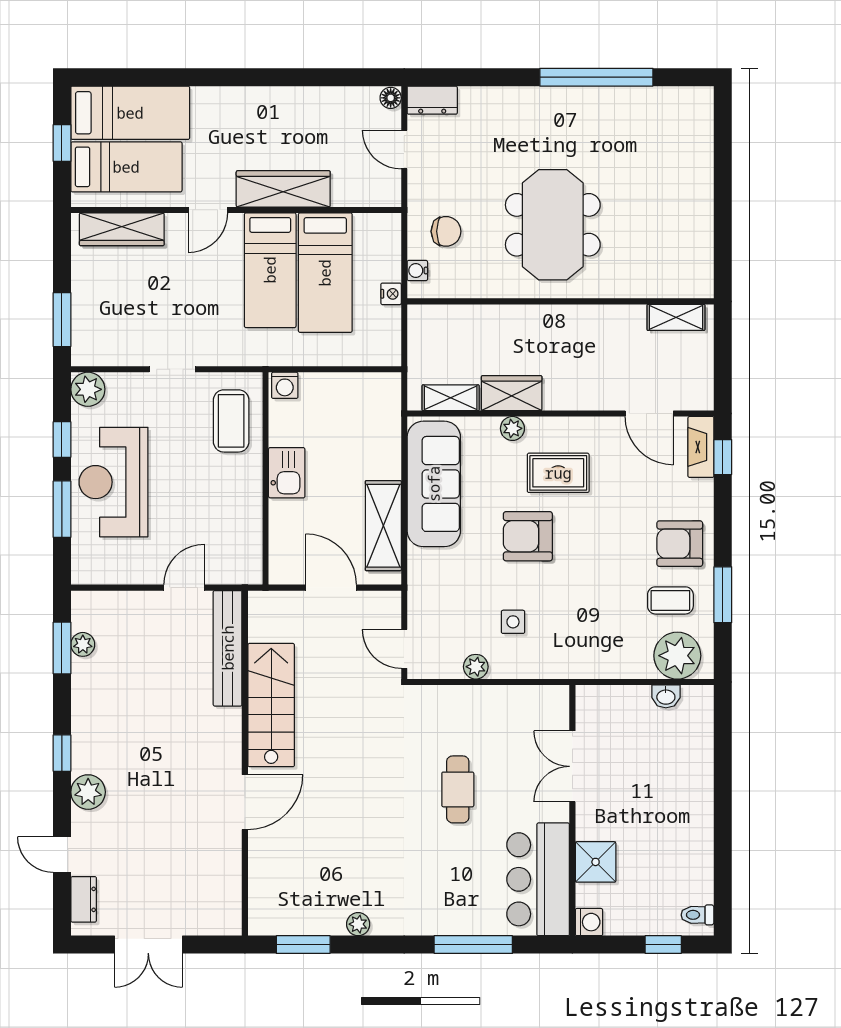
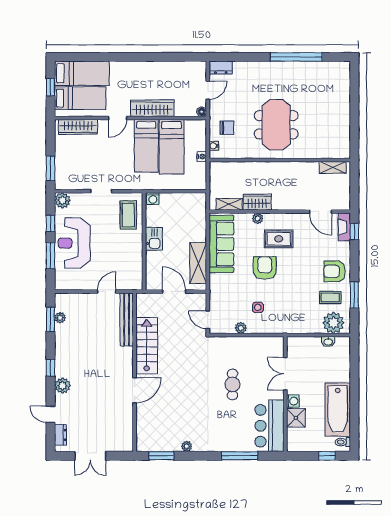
floor lamp: (391, 98) -> (202, 112), moved
door: (404, 149) -> (208, 90), swing flipped
armchair: (528, 536) -> (265, 268), turned 90
bathtub: (687, 844) -> (338, 410), added
washing machine: (589, 922) -> (293, 401), moved

